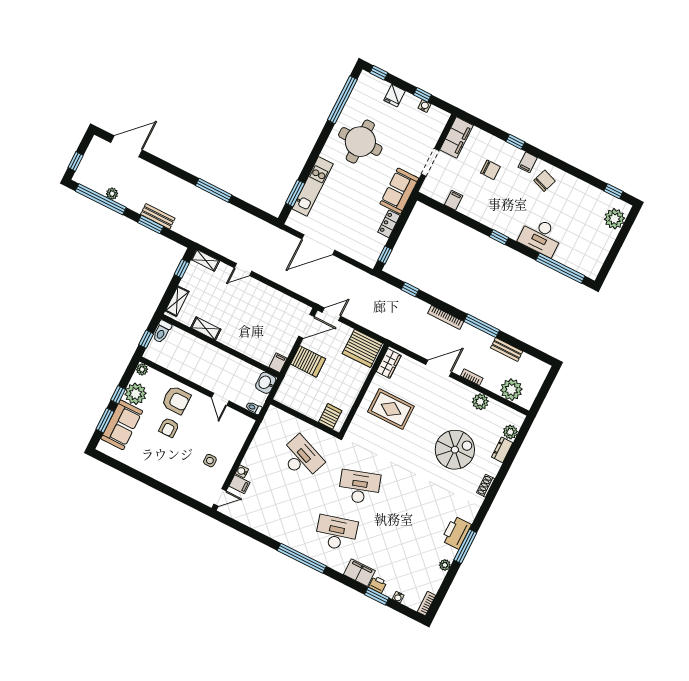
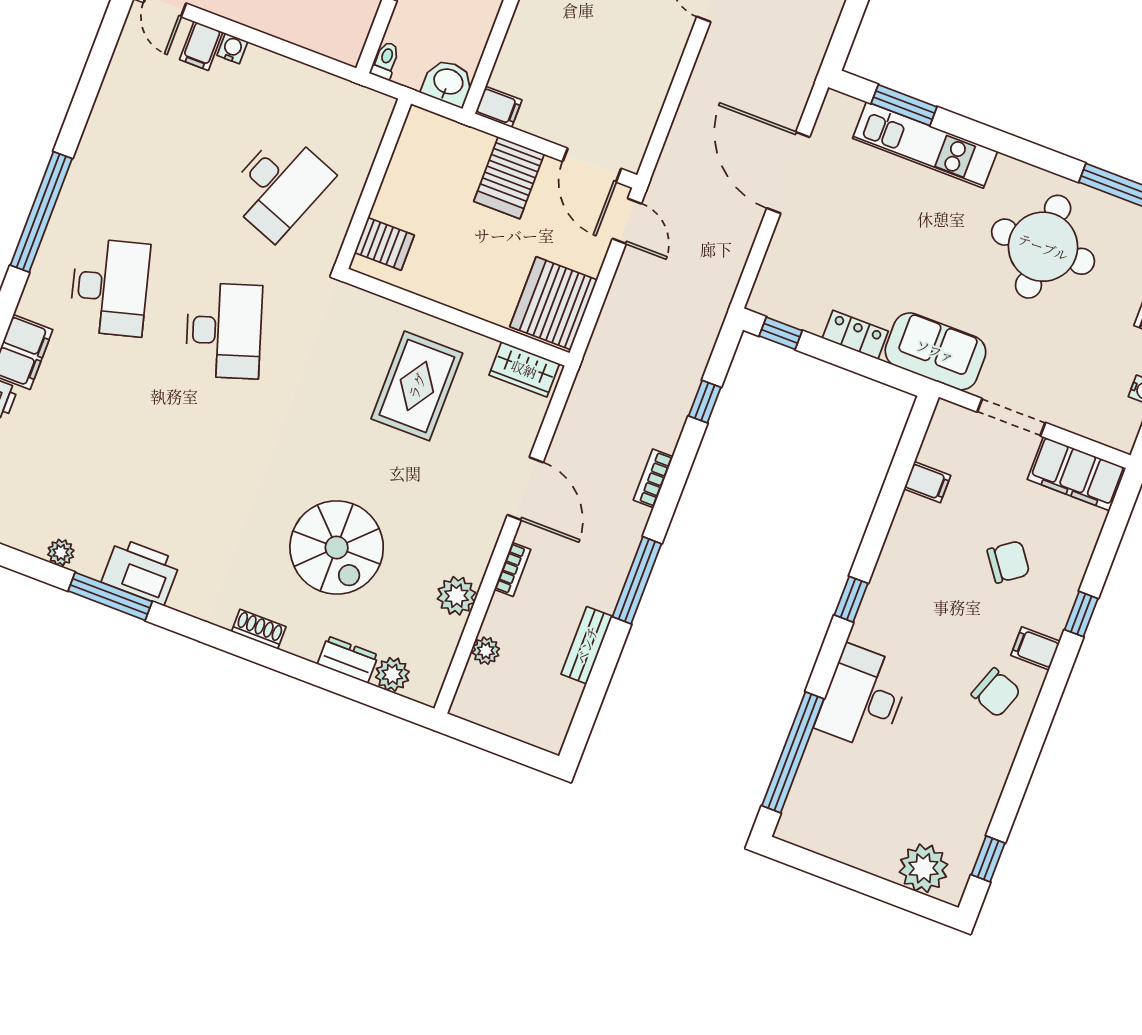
chair: (490, 170) -> (1008, 562), turned -126
bookcase: (446, 317) -> (653, 478), width x0.64
plant: (511, 390) -> (486, 651), width x0.53, depth x0.53

